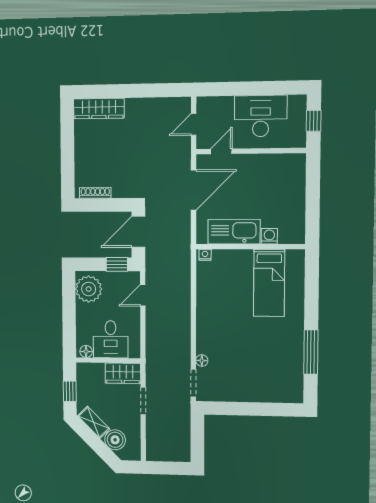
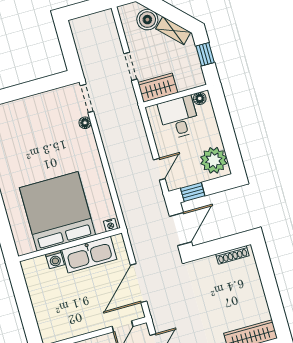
bed: (269, 283) -> (57, 211), width x2.04

